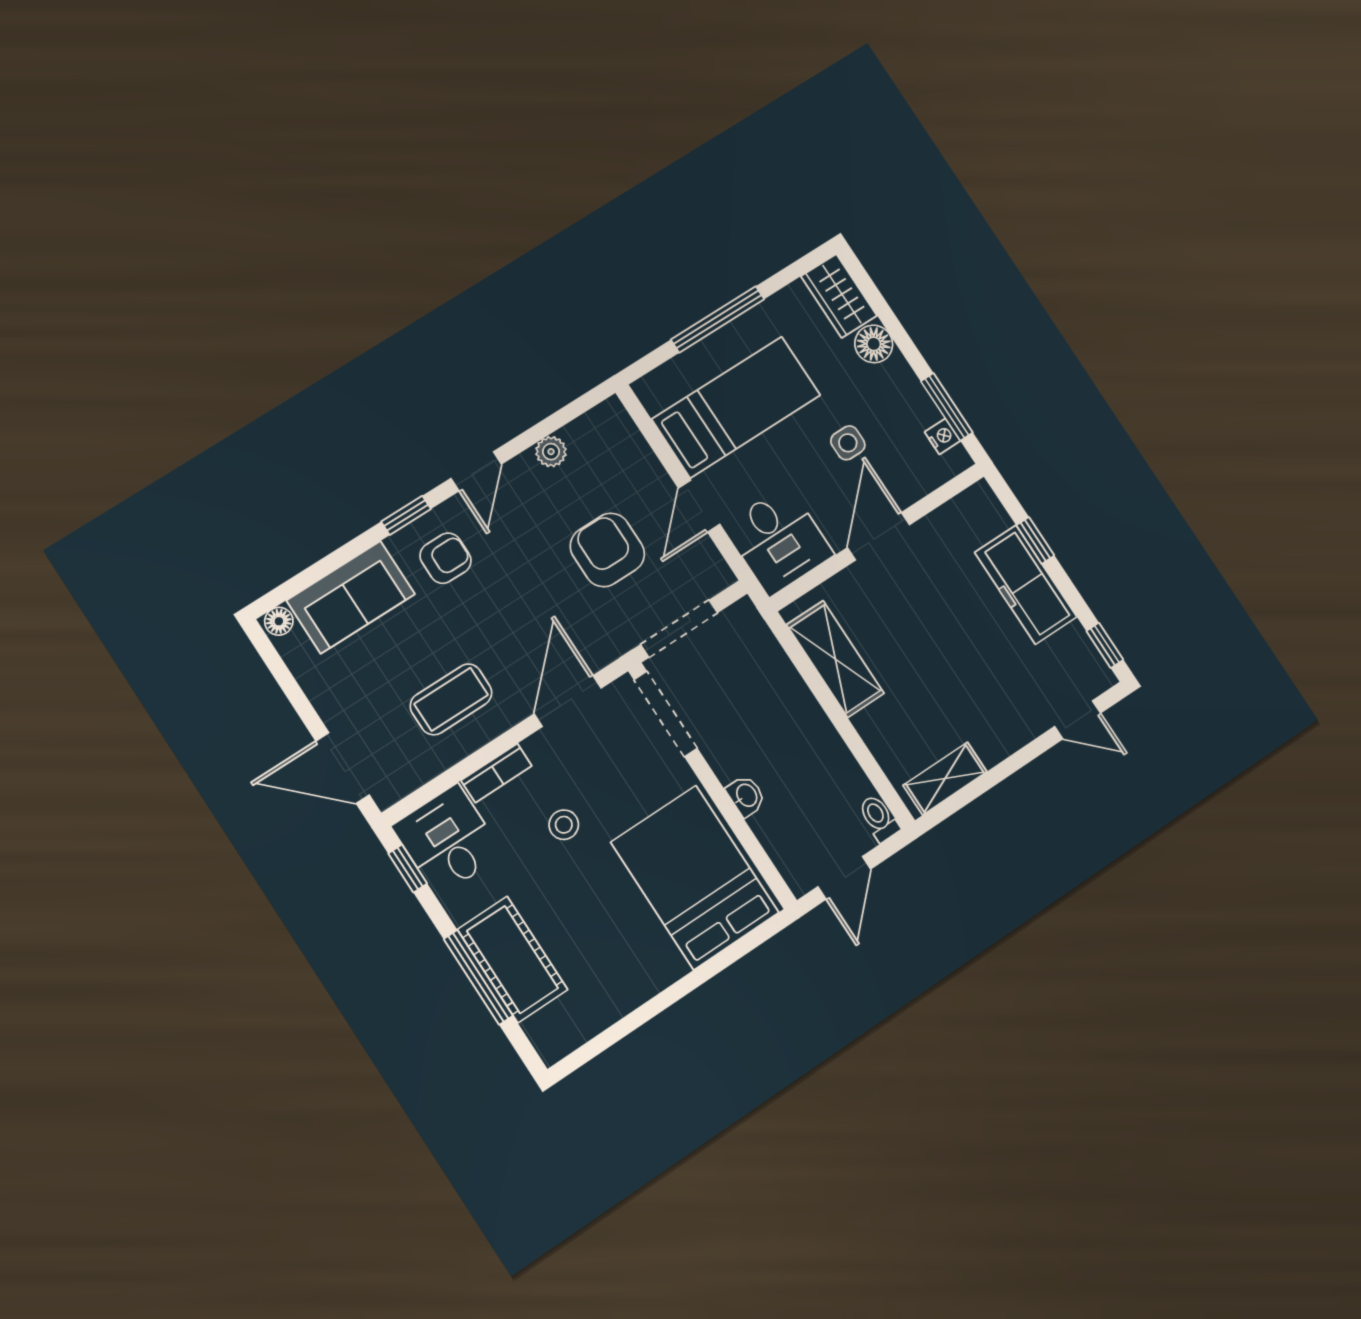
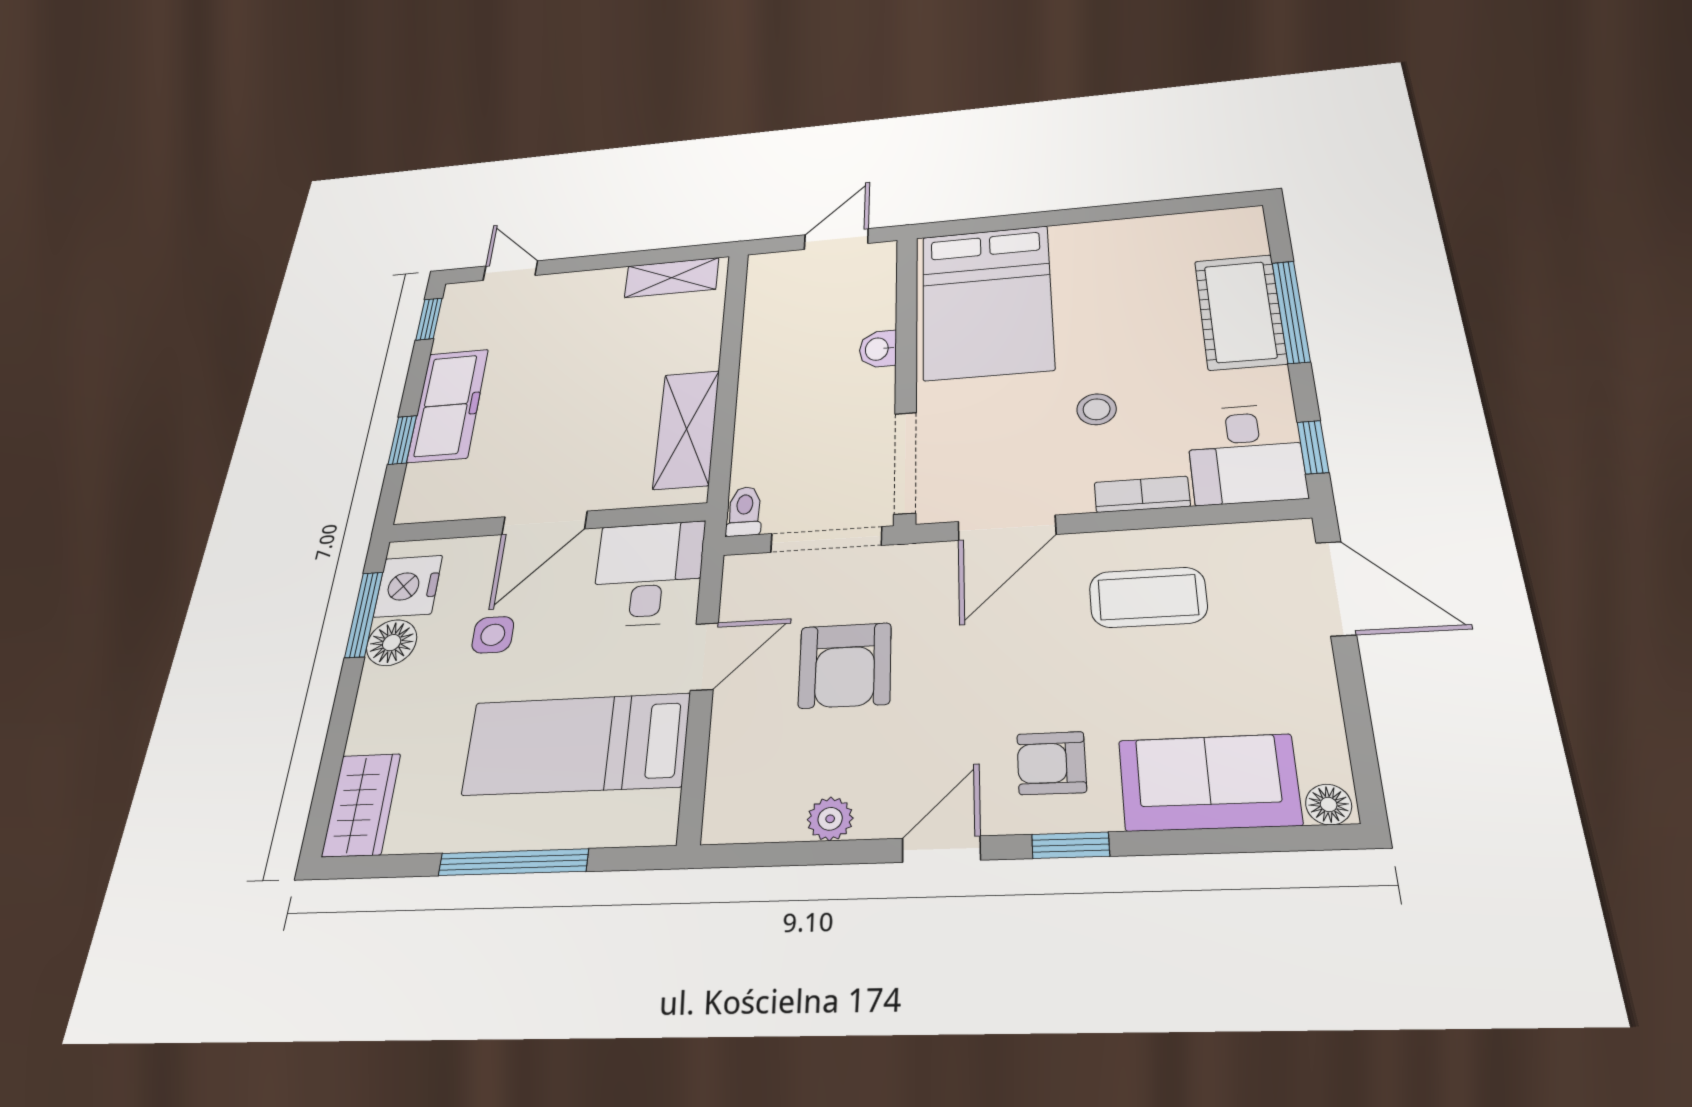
floor lamp: (874, 344) -> (392, 643), moved
nightstand: (942, 436) -> (408, 586), width x1.89, depth x1.79
toilet: (879, 818) -> (744, 511), moved, turned 180

